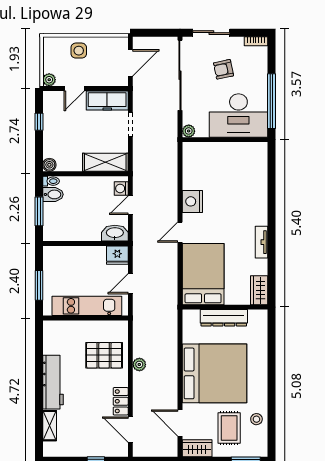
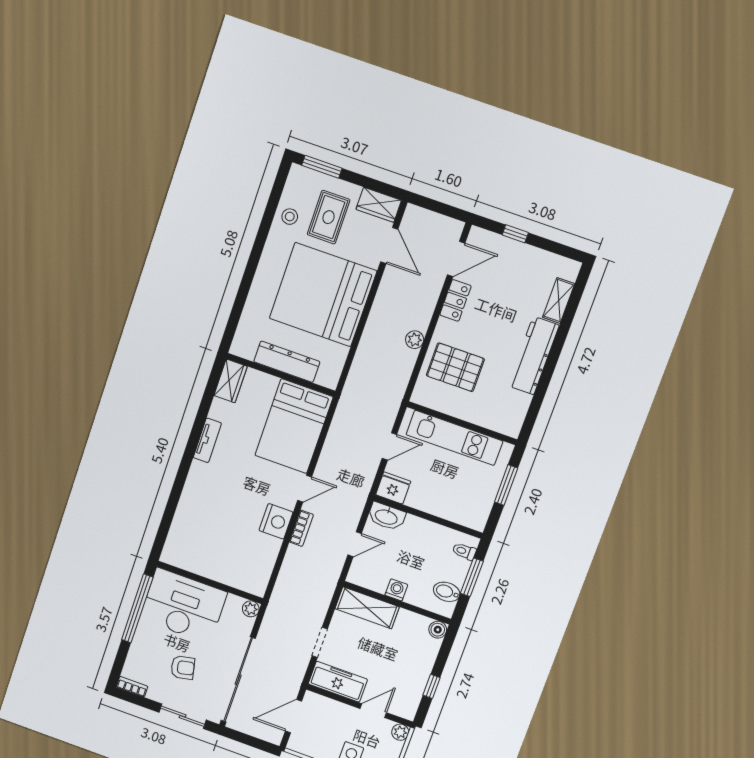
toilet: (51, 181) -> (464, 551), moved
washing machine: (121, 188) -> (396, 590), moved, turned -90
bookcase: (172, 203) -> (301, 528), added
door: (130, 430) -> (456, 259), hinge flipped

